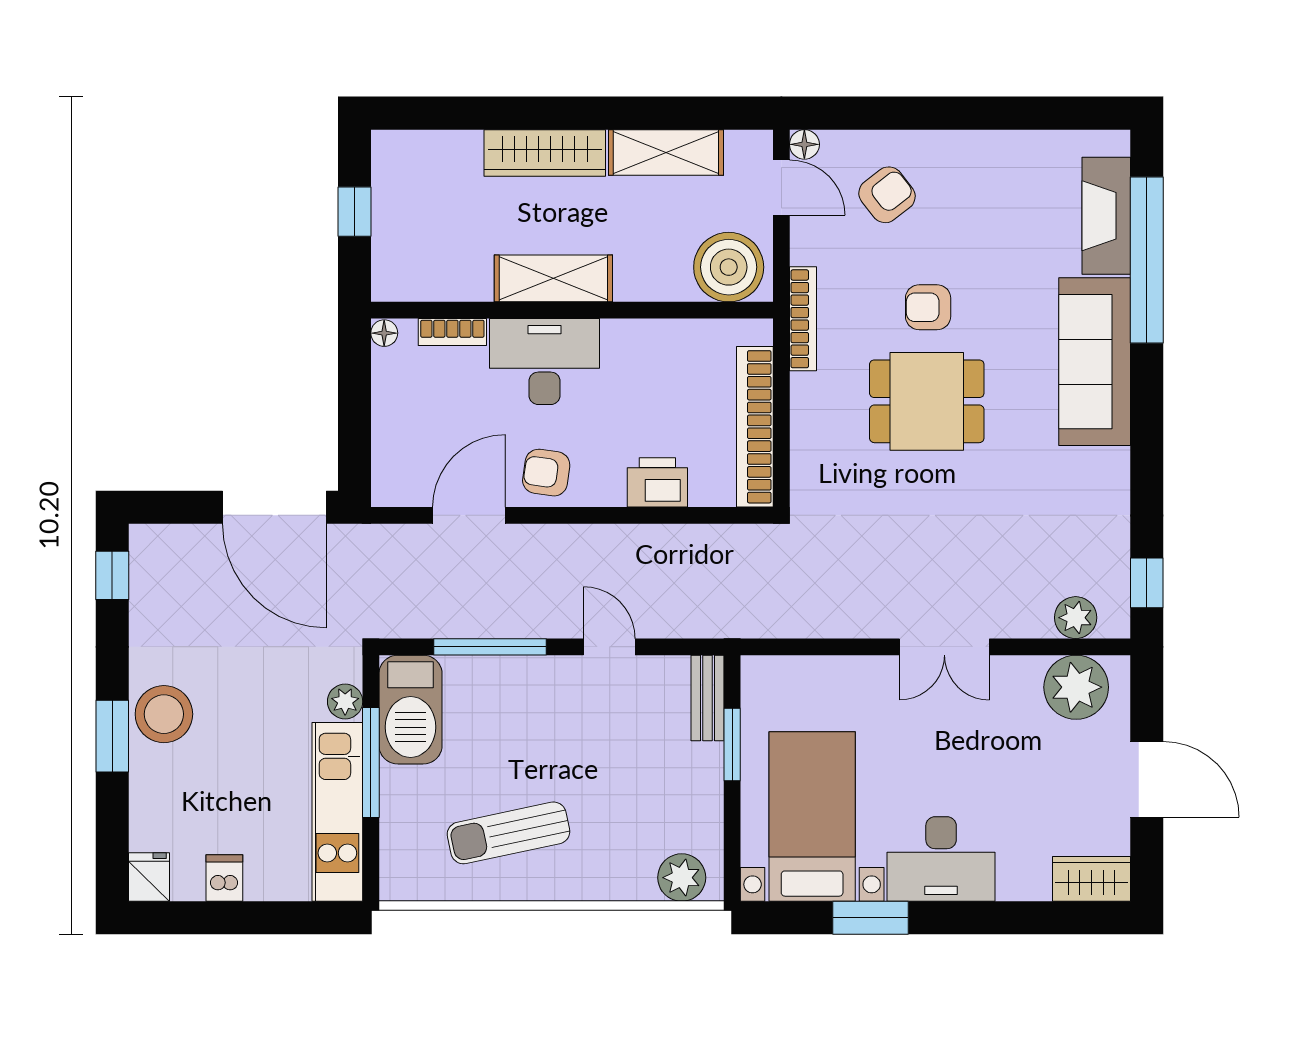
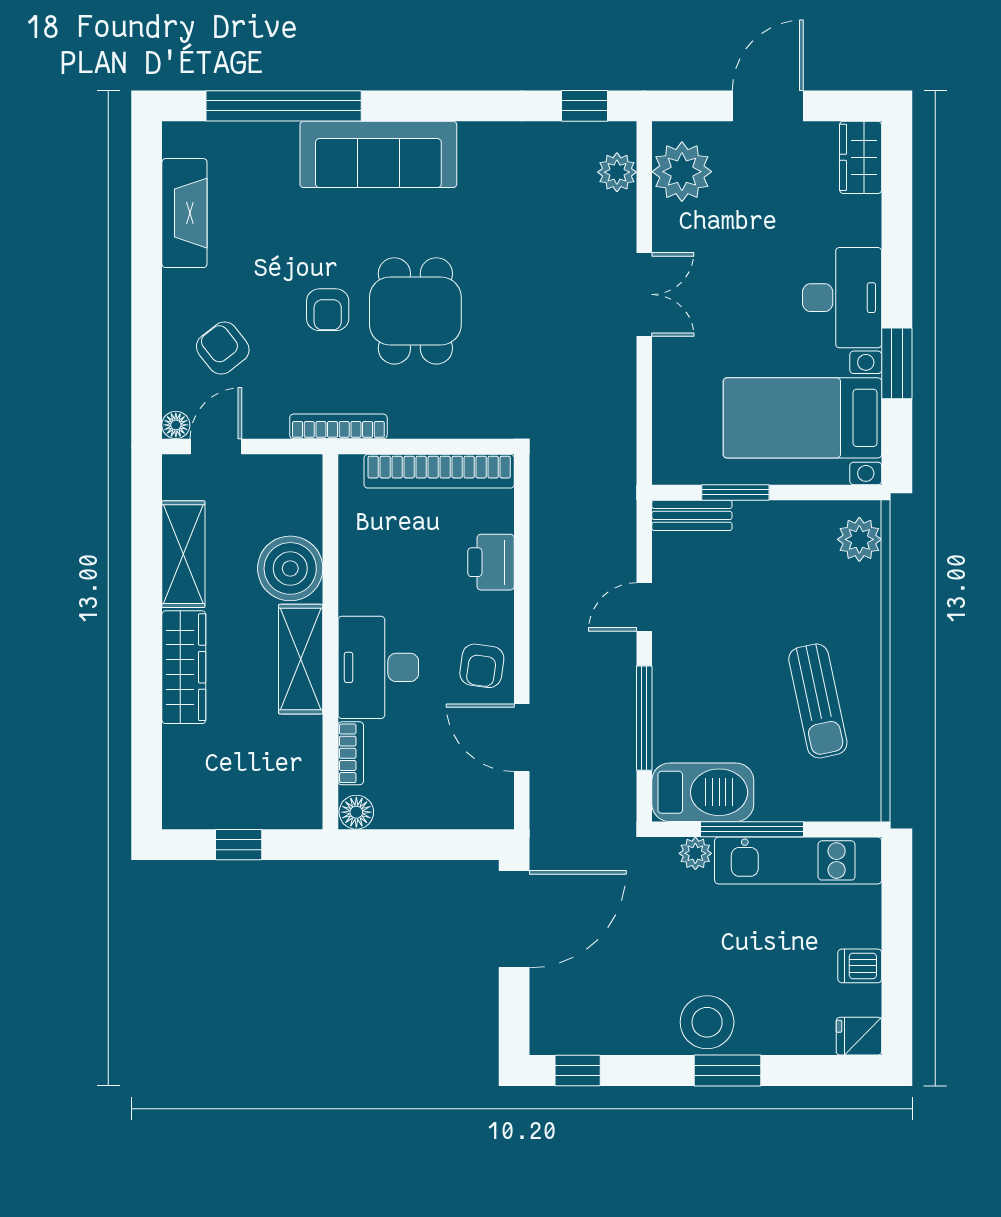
fireplace: (1106, 216) -> (184, 213), moved, turned -90
boiler: (729, 267) -> (290, 568), moved
floor lamp: (384, 333) -> (356, 812), width x1.37, depth x1.37

